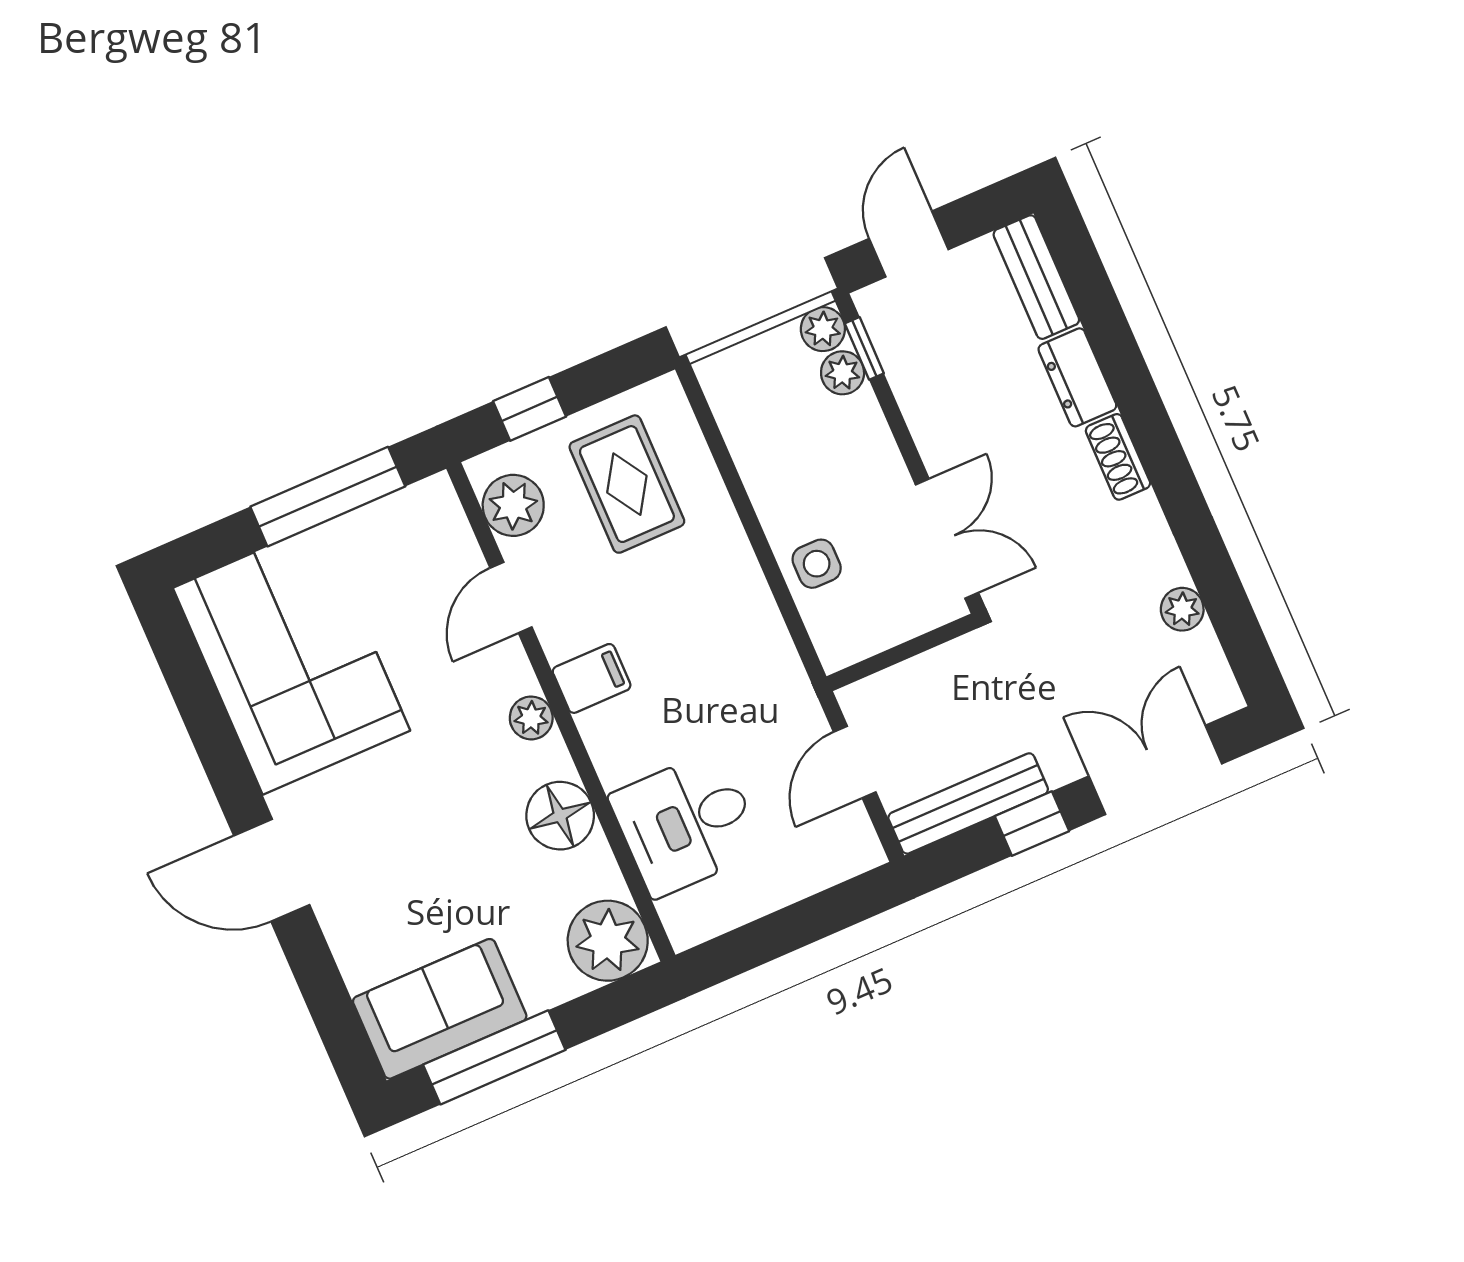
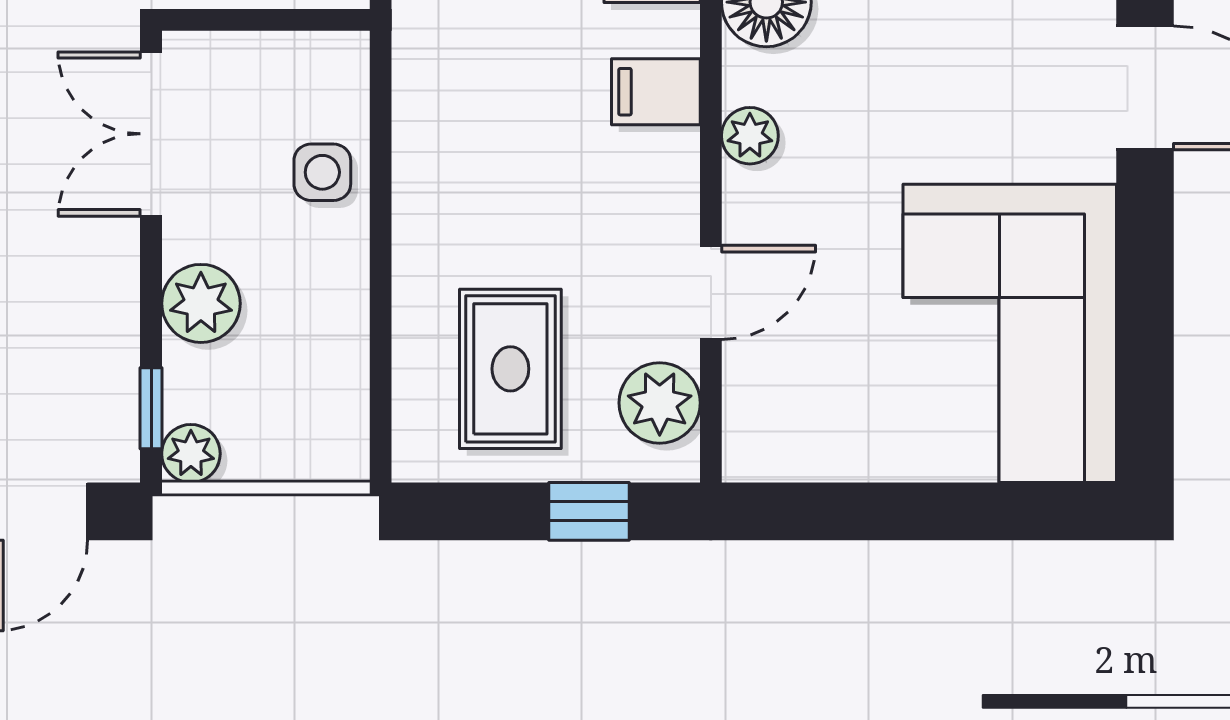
plant: (843, 373) -> (201, 303), moved, width x1.38, depth x1.38
window: (328, 497) -> (880, 511), removed
filing cabinet: (592, 678) -> (656, 92), moved

